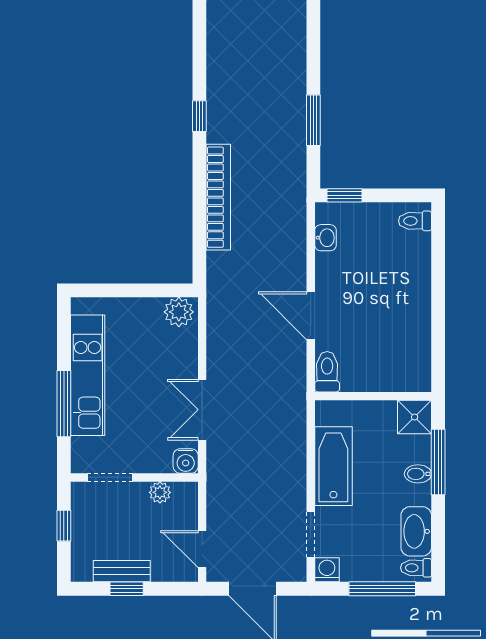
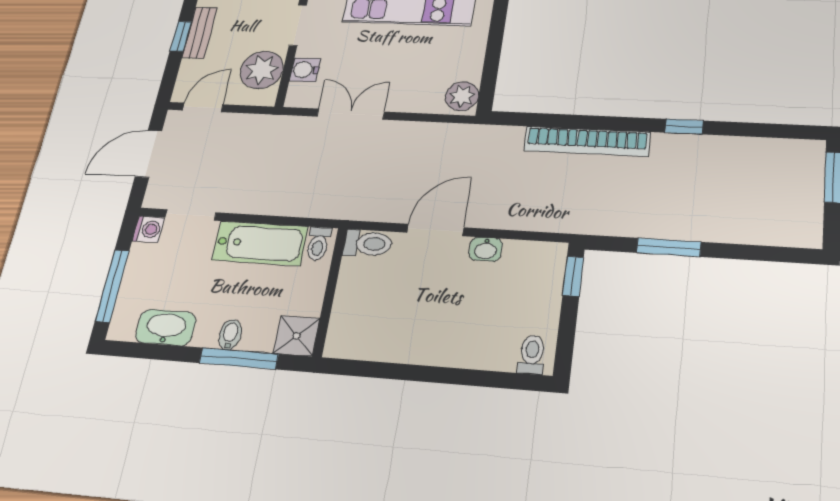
washbasin: (325, 238) -> (486, 249), moved
water cooler: (186, 461) -> (305, 70), moved
plant: (160, 492) -> (262, 70), width x1.88, depth x1.88
toilet: (416, 568) -> (318, 244), moved, turned 180

